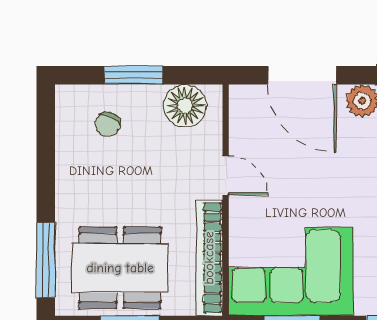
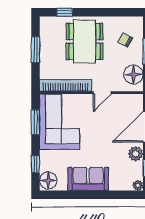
window: (46, 260) -> (65, 12), width x0.46
dining table: (120, 268) -> (85, 41), moved

